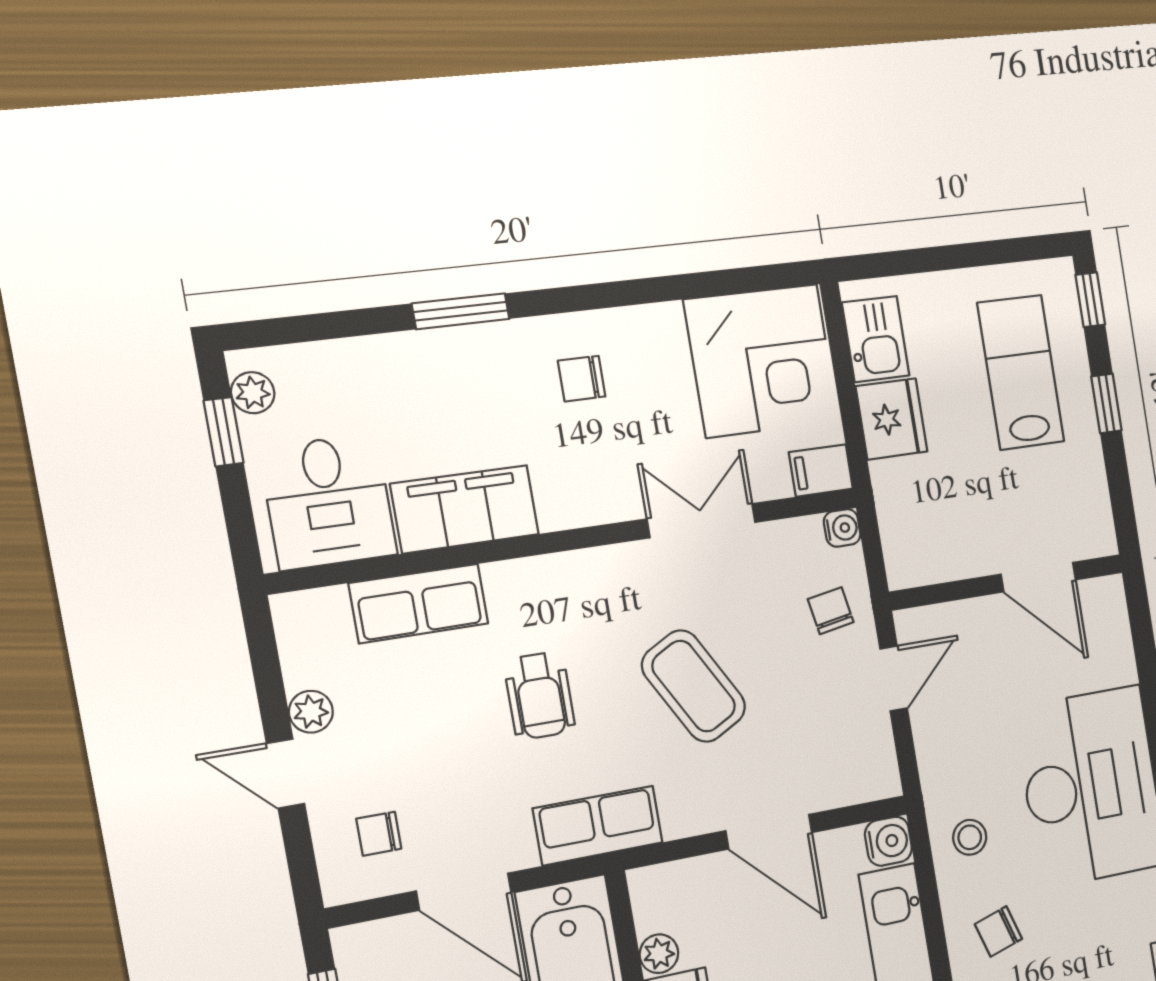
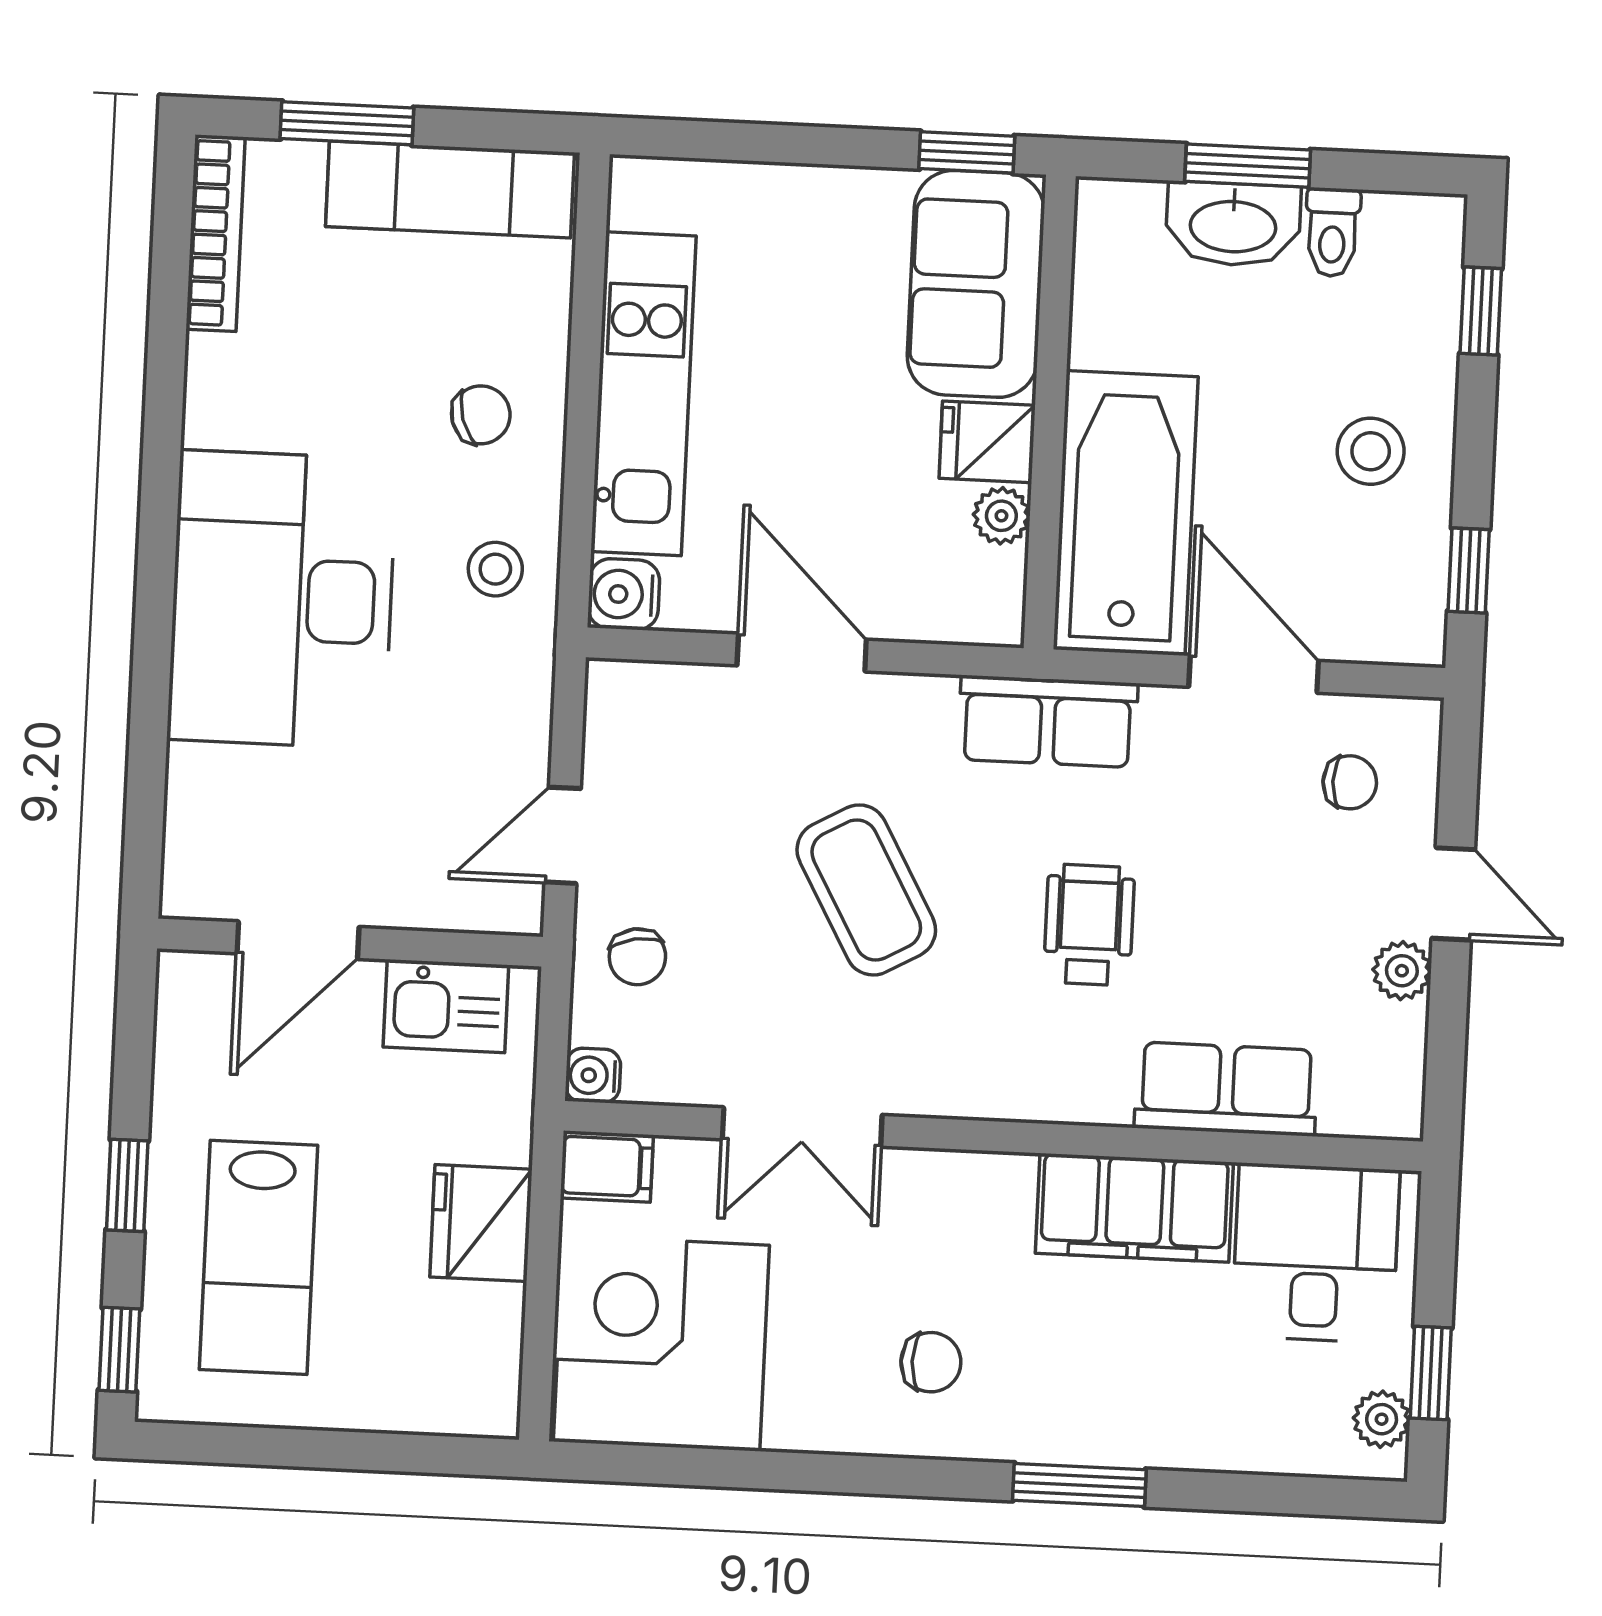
kitchen sink: (876, 339) -> (446, 1006), moved, turned -90
door: (1038, 577) -> (298, 940), swing flipped

